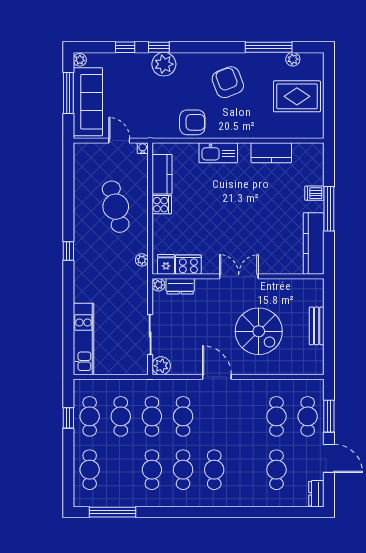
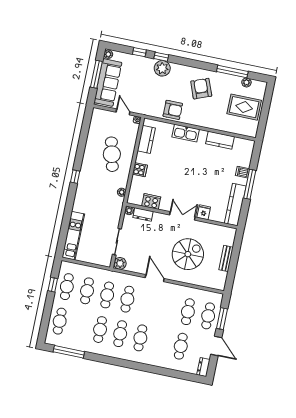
cooker: (162, 205) -> (140, 170), moved
fridge: (166, 264) -> (204, 212), moved
spiral stairs: (259, 331) -> (188, 254), turned -90

